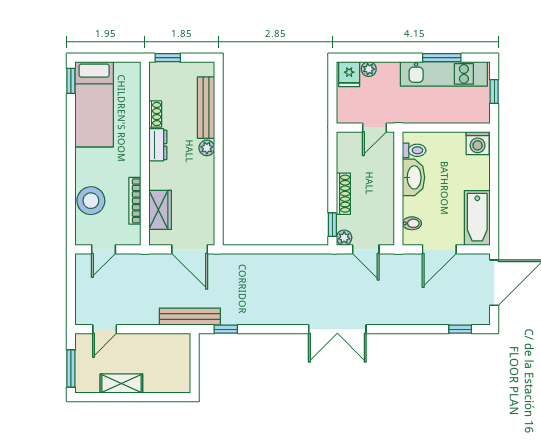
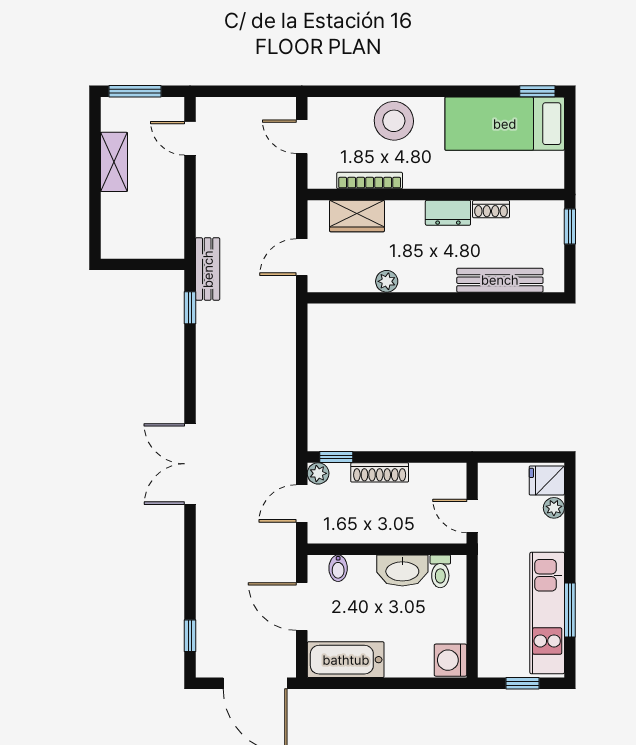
plant: (207, 148) -> (387, 281), moved
stool: (91, 201) -> (394, 121), moved
door: (190, 249) -> (302, 257), width x0.73
bench: (190, 317) -> (208, 269), width x0.73

